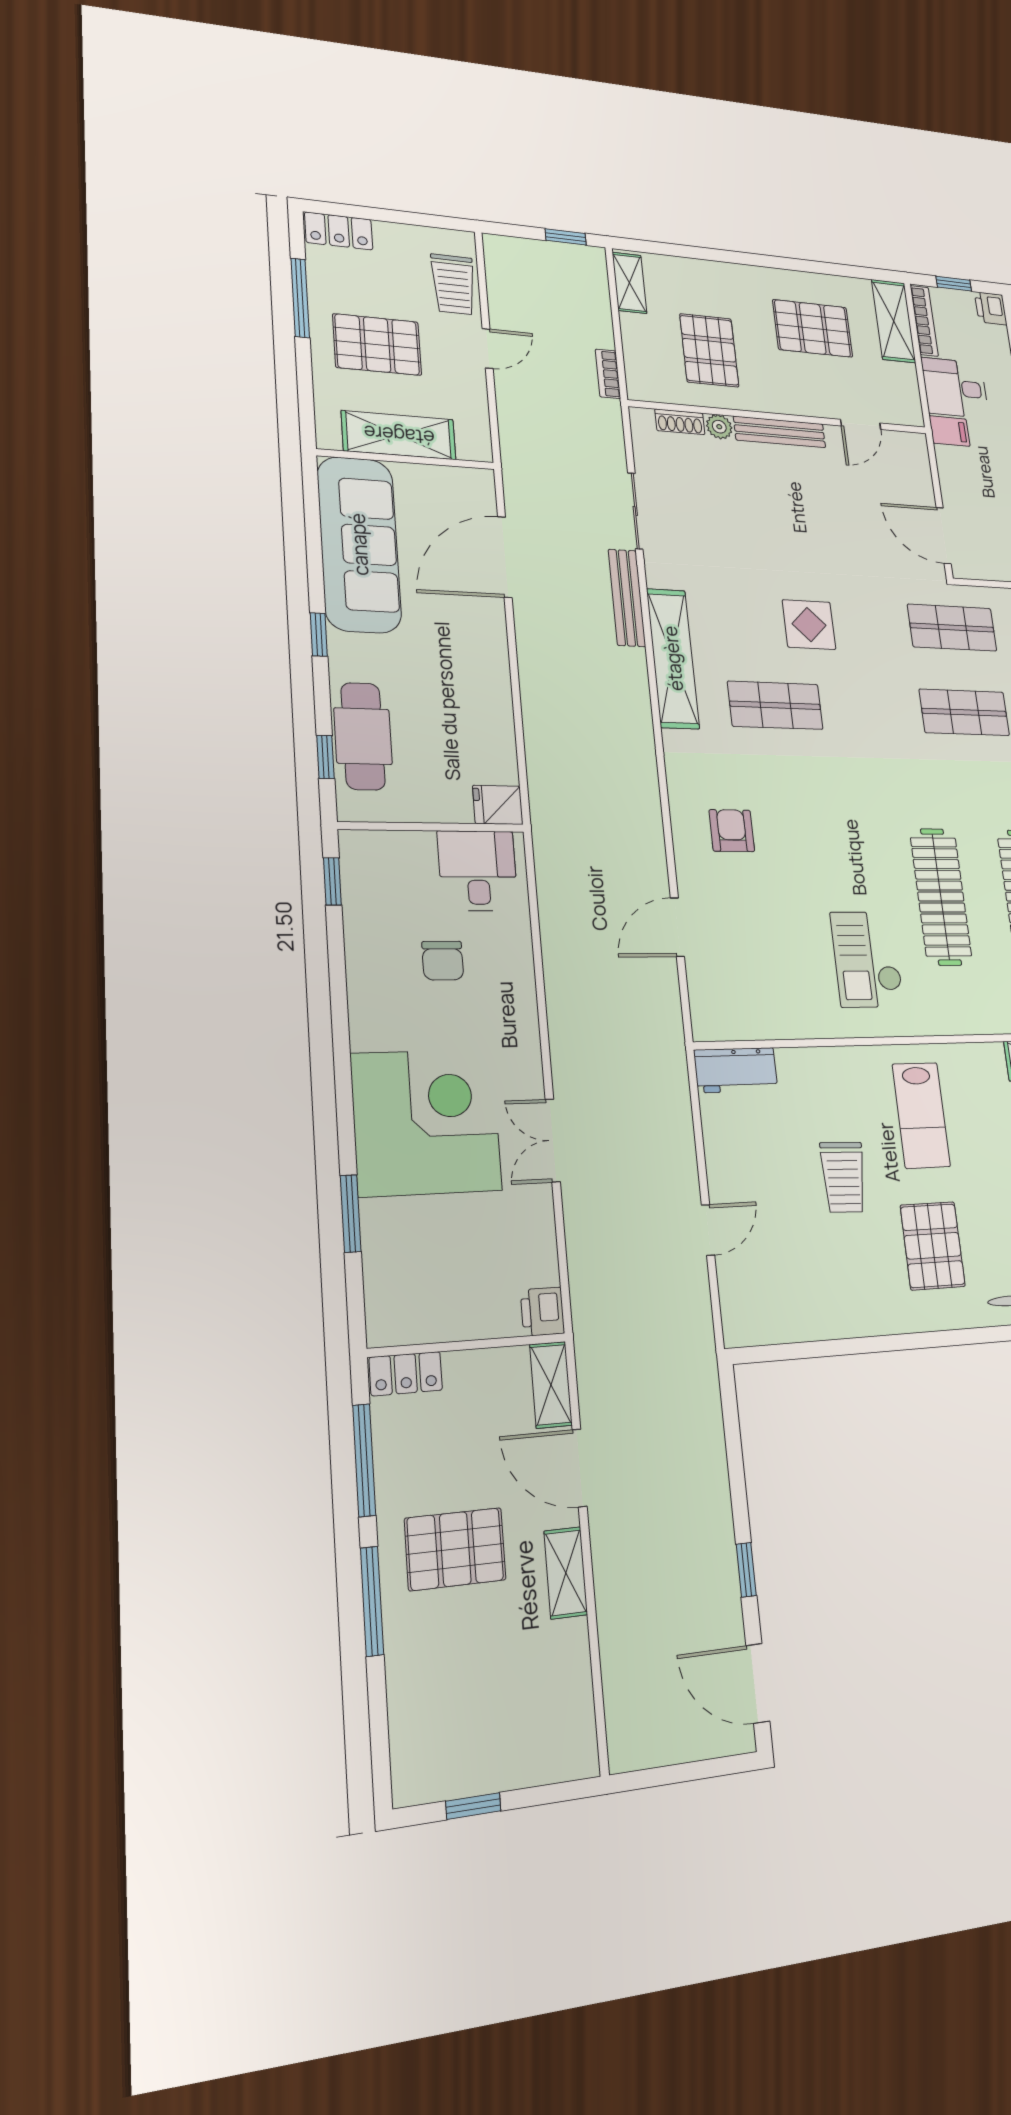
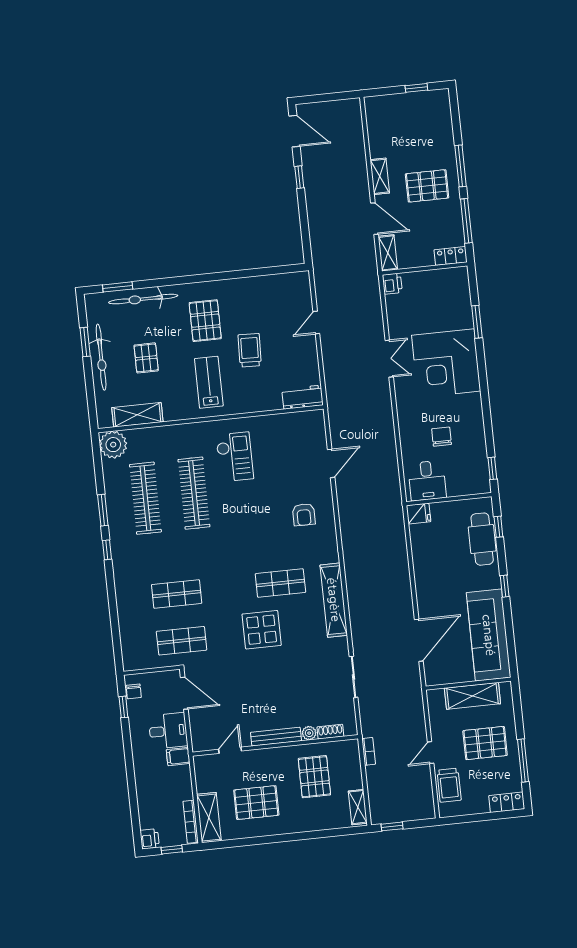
trolley: (453, 284) -> (449, 785), turned 180
desk: (955, 388) -> (168, 731), moved
bench: (627, 598) -> (357, 629), removed
display table: (809, 625) -> (262, 630), width x1.36, depth x1.36

